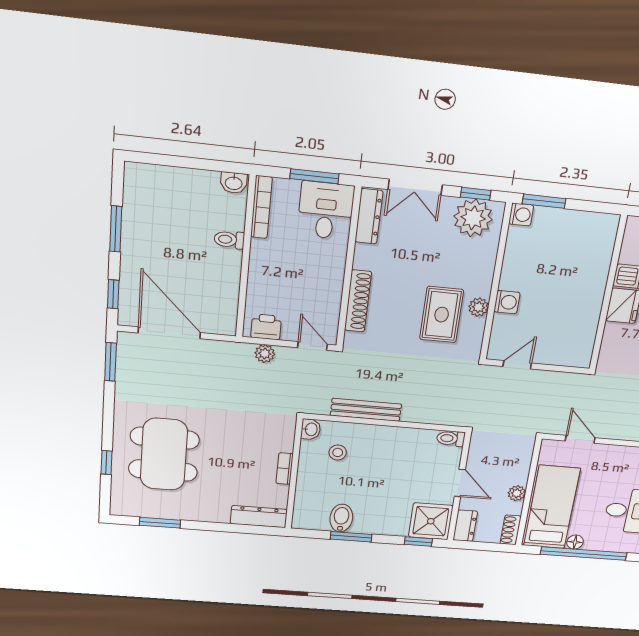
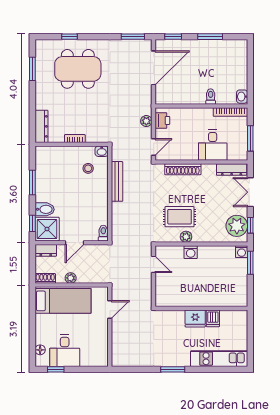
desk: (326, 211) -> (213, 145), moved, turned 90
bidet: (341, 518) -> (45, 209), moved
floor lamp: (575, 542) -> (40, 350), moved
window: (584, 554) -> (32, 327), removed

